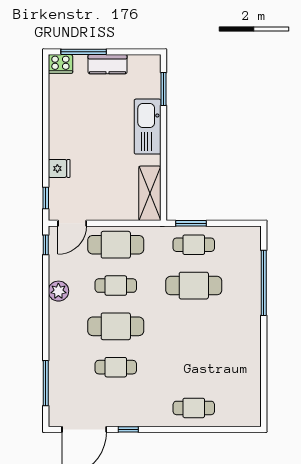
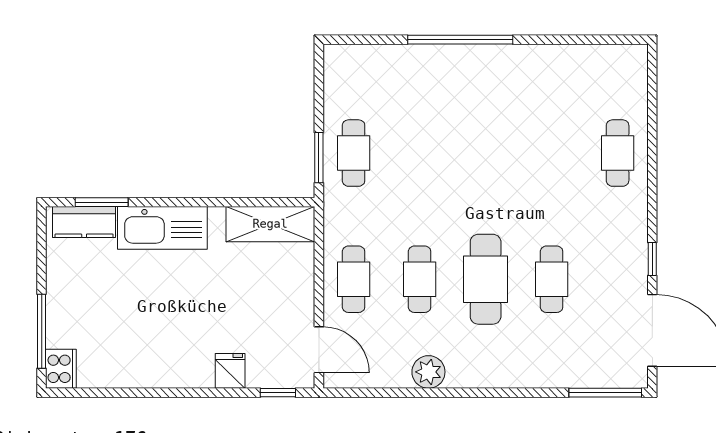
kitchen counter: (108, 64) -> (84, 222), moved, turned 90
window: (46, 245) -> (354, 393), removed
cafe table: (116, 245) -> (354, 279), width x0.73, depth x0.74
window: (264, 283) -> (460, 40), moved
cafe table: (194, 286) -> (420, 153), removed
window: (46, 383) -> (605, 393), moved

